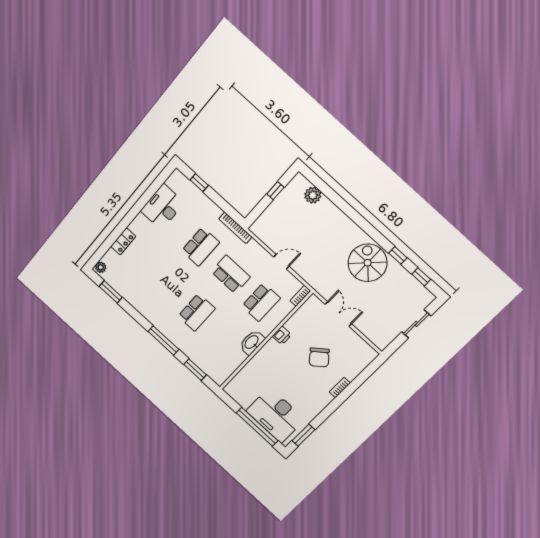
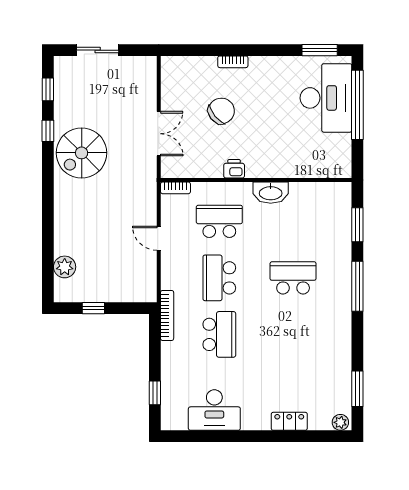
school desk: (200, 247) -> (219, 334), turned 90
double door: (338, 314) -> (159, 134), swing flipped

